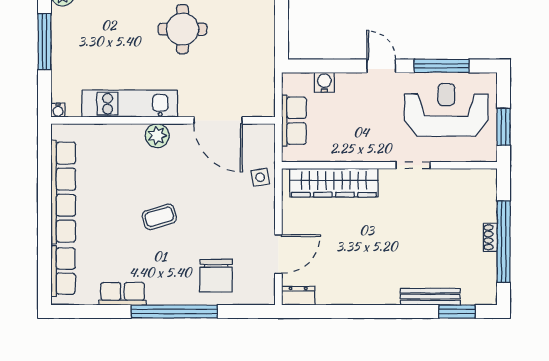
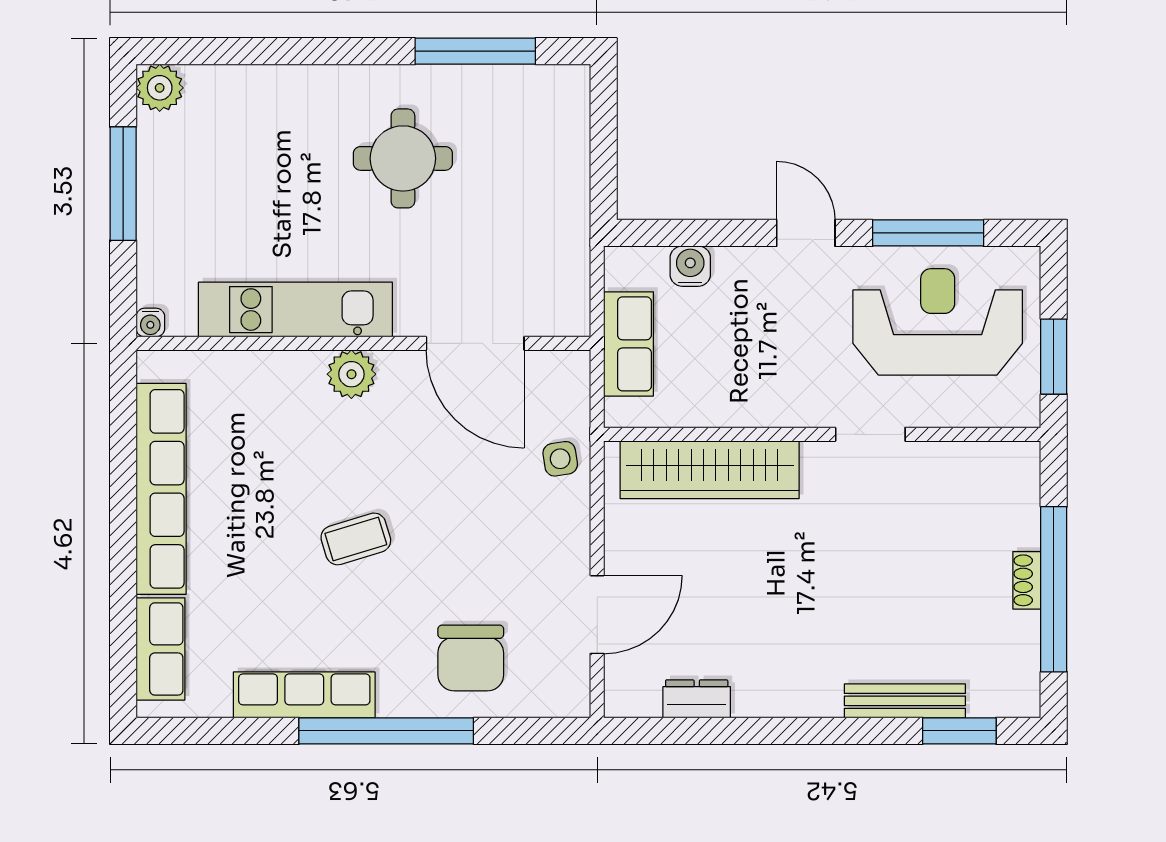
row of seats: (123, 294) -> (304, 695), width x1.48
dresser: (298, 296) -> (697, 699), moved

